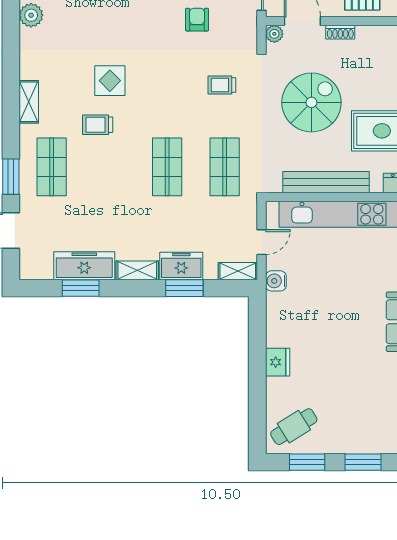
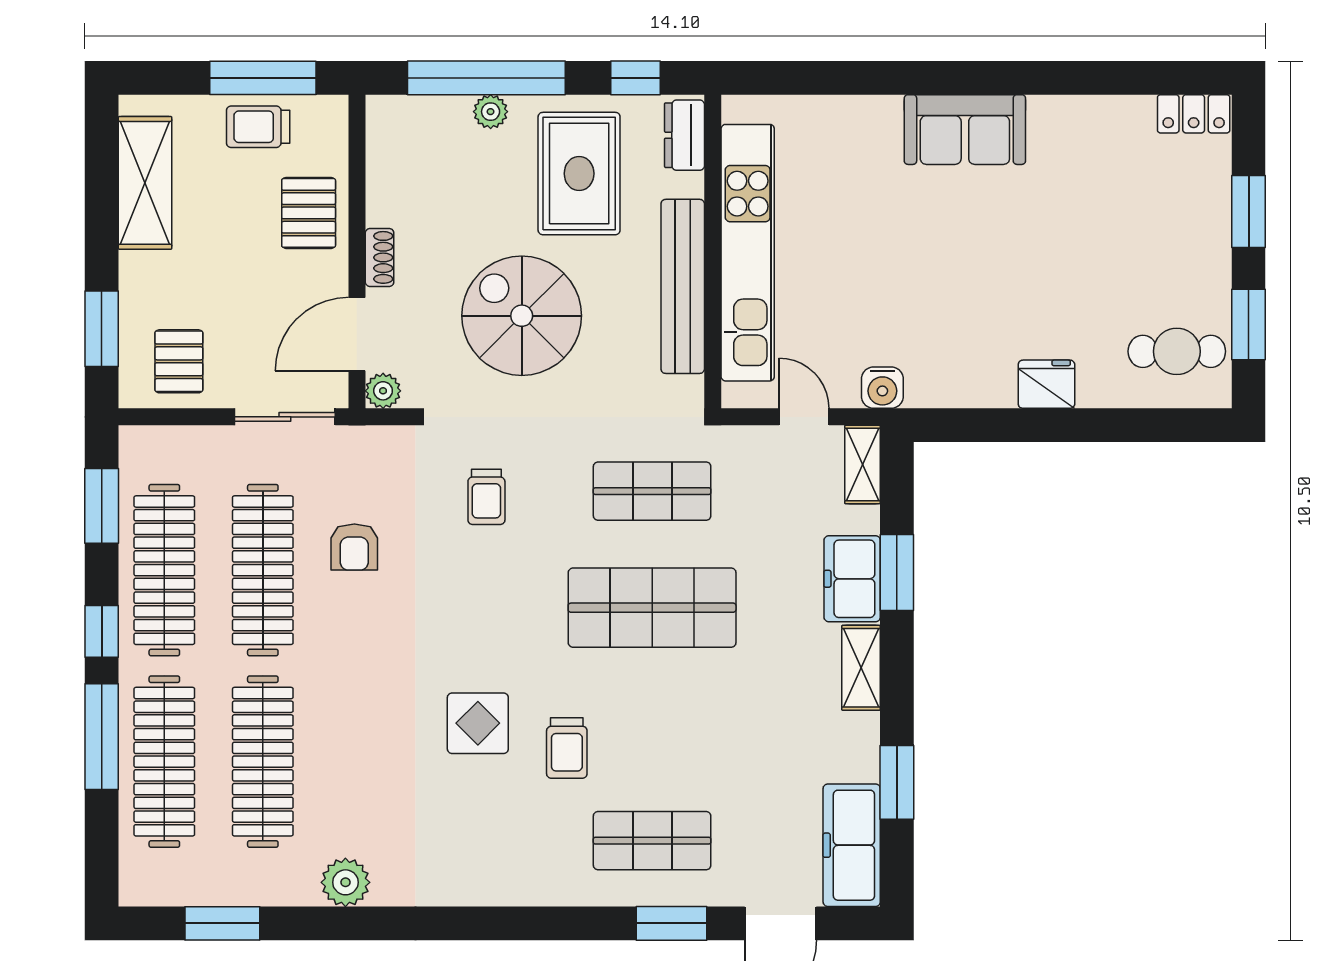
armchair: (197, 20) -> (354, 547), turned -90
shelving: (29, 102) -> (520, 887), removed
shop shelf: (167, 167) -> (652, 608), width x1.43, depth x1.36
freezer: (84, 266) -> (852, 845), moved
cafe table: (294, 427) -> (1177, 351), turned -58

